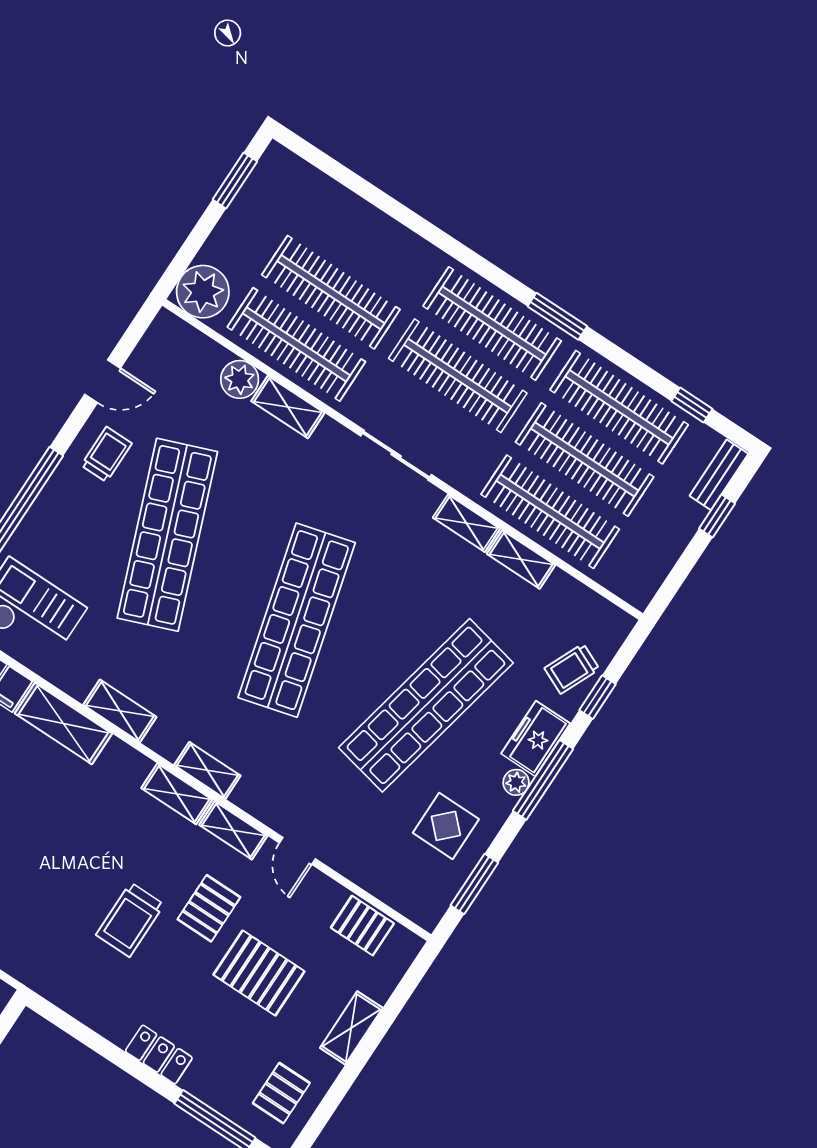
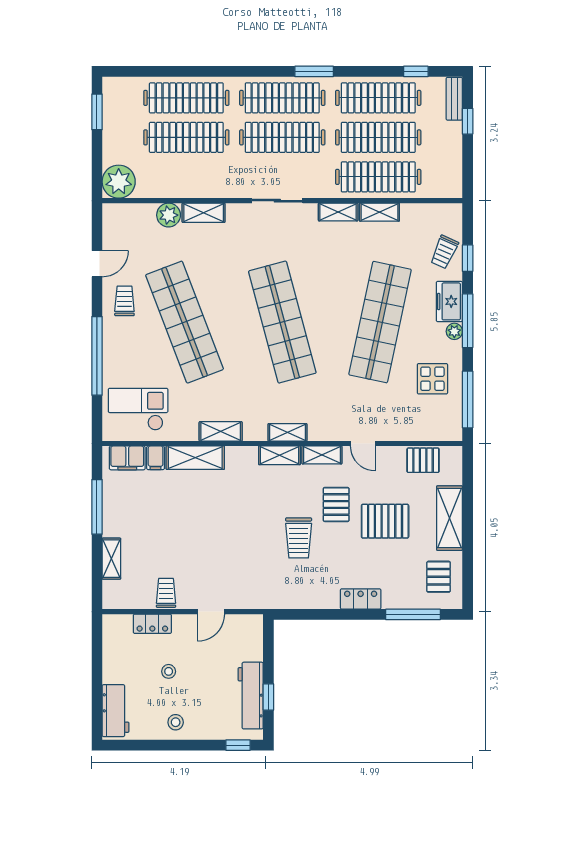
clothes rail: (296, 344) -> (186, 98), moved
window: (474, 884) -> (468, 399), width x1.44
shelving: (351, 1028) -> (450, 518), width x1.50, depth x1.33

